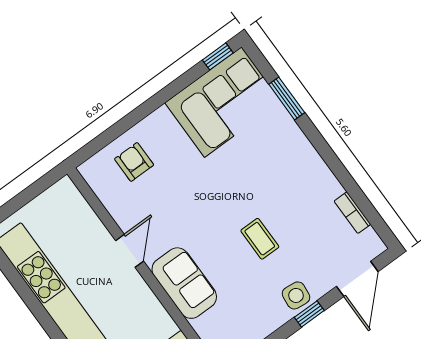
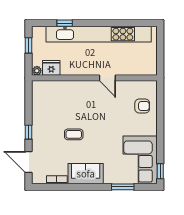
sofa: (184, 283) -> (86, 174), moved, turned 180
side table: (296, 295) -> (40, 132), removed

